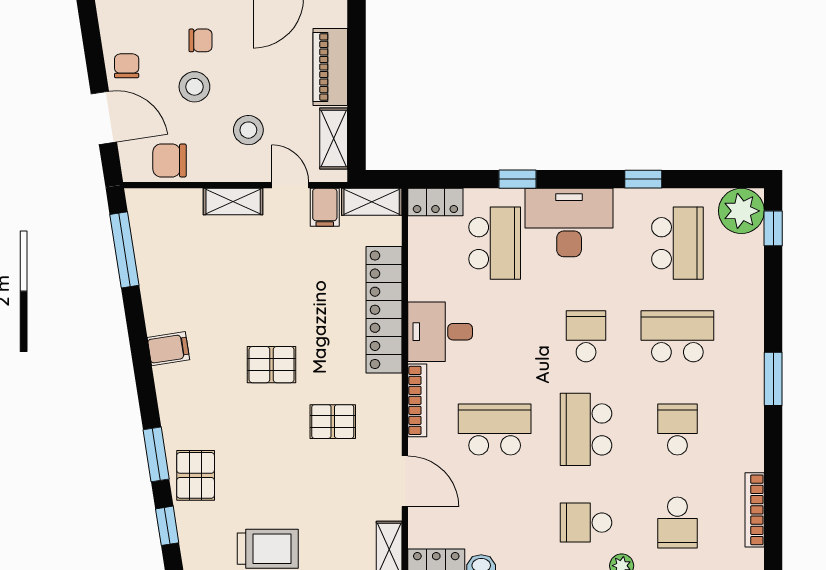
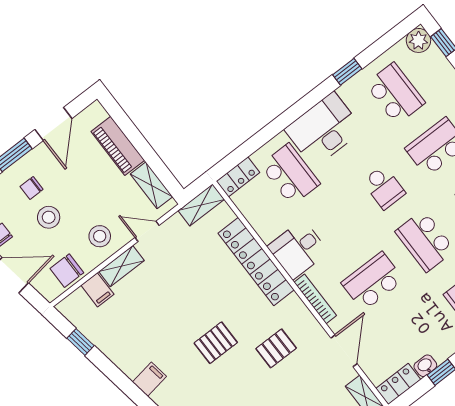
chair: (201, 40) -> (32, 188), turned 180
stool: (248, 130) -> (100, 236), moved
window: (517, 179) -> (275, 127), removed
filing cabinet: (325, 207) -> (97, 290), moved
plant: (741, 211) -> (418, 40), width x0.73, depth x0.73
window: (124, 250) -> (80, 342), width x0.46
school desk: (586, 336) -> (384, 187), turned 180
door: (405, 481) -> (344, 351), hinge flipped

